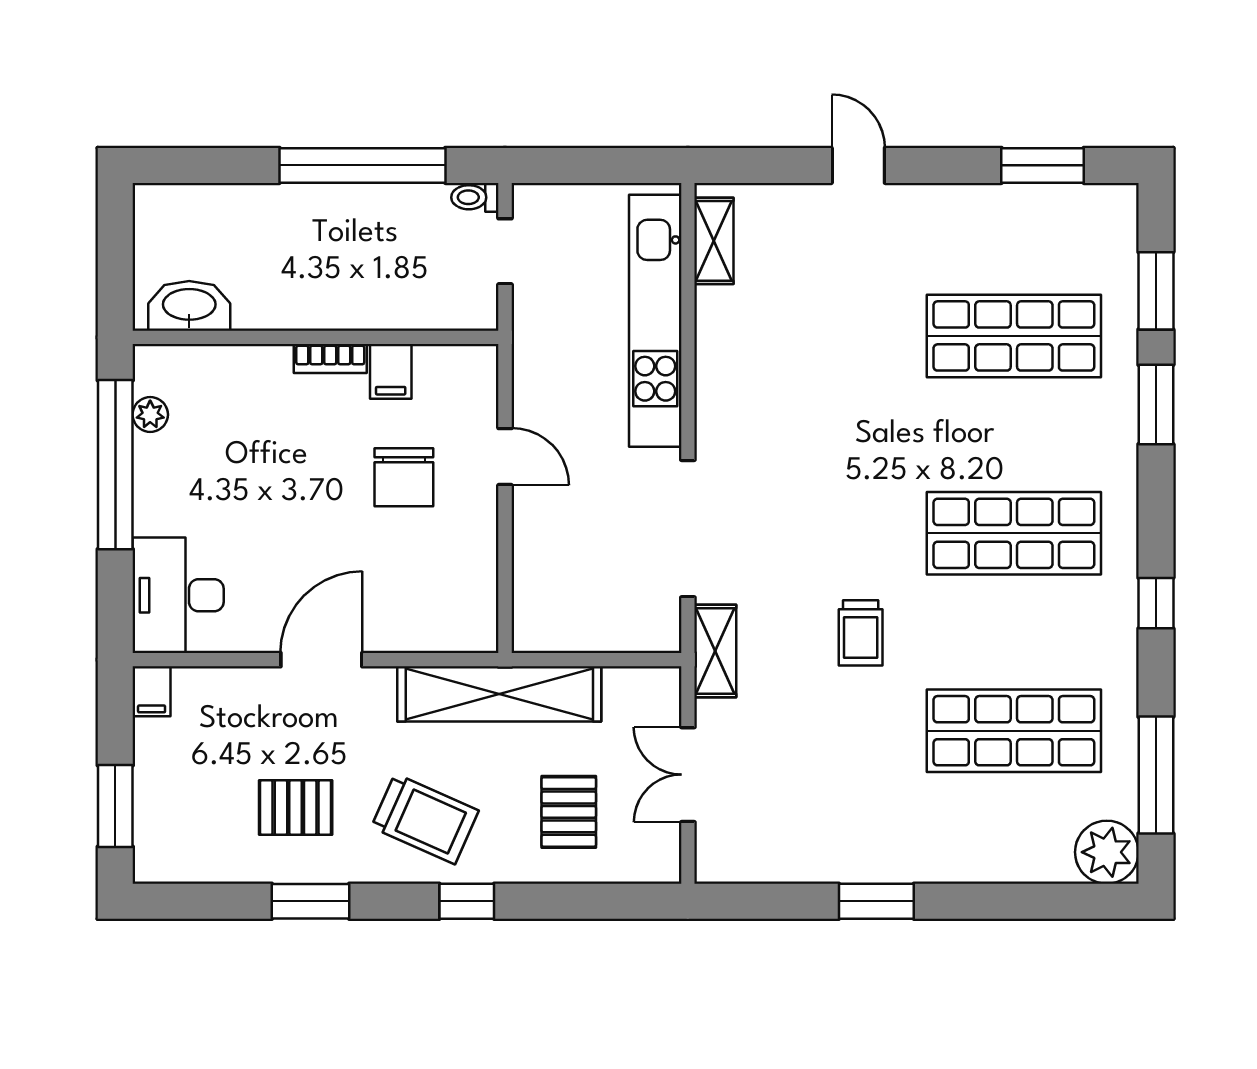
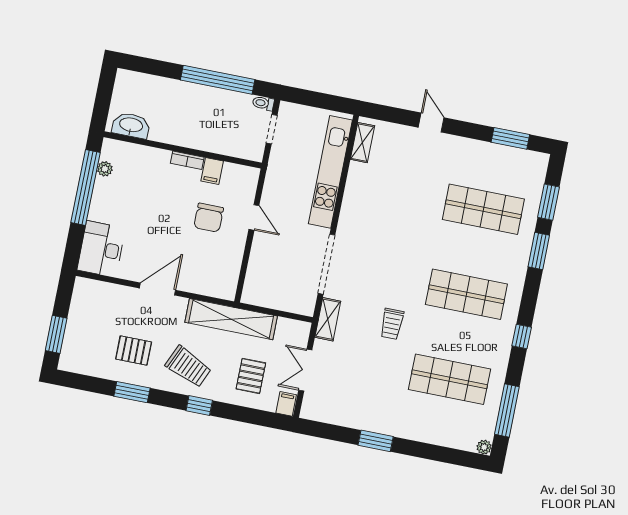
filing cabinet: (152, 691) -> (286, 404), moved, turned 180
plant: (1107, 852) -> (484, 447), width x0.53, depth x0.53

